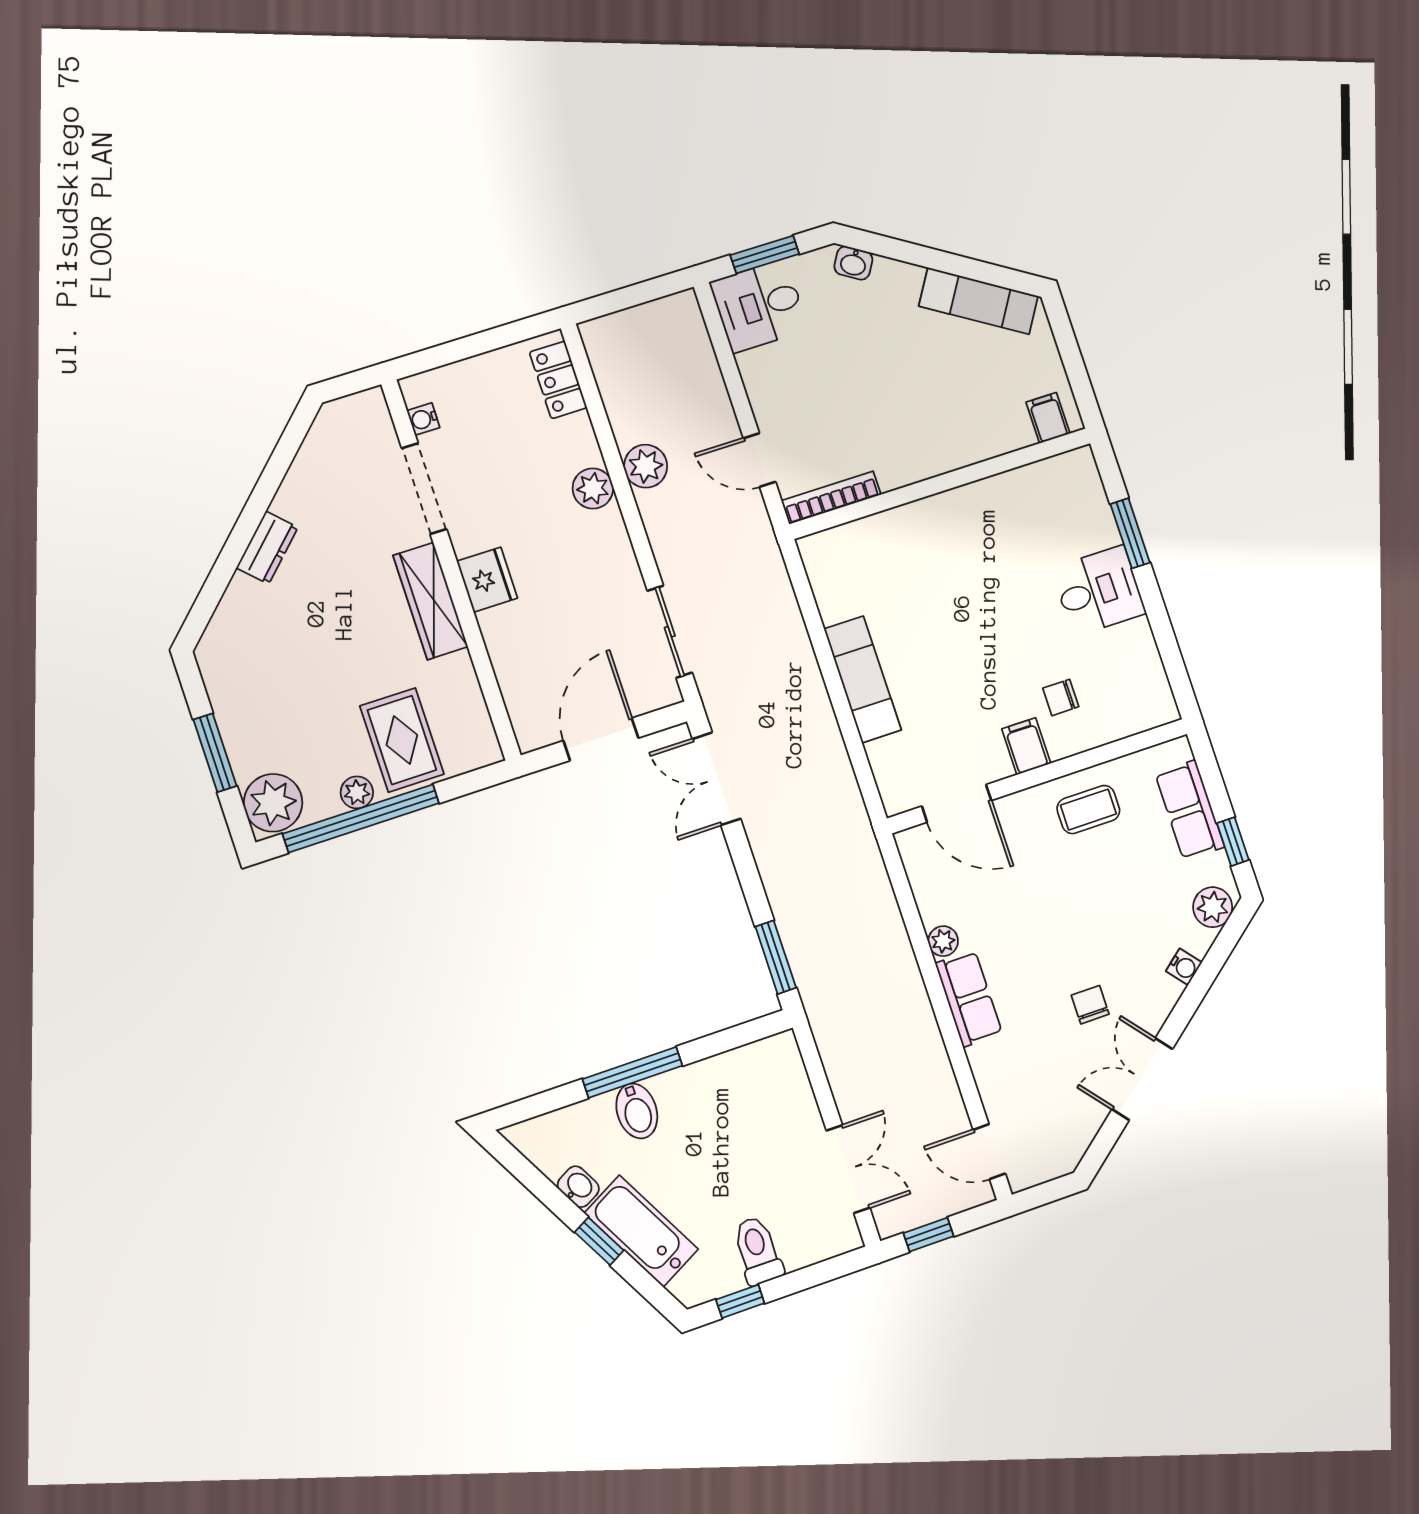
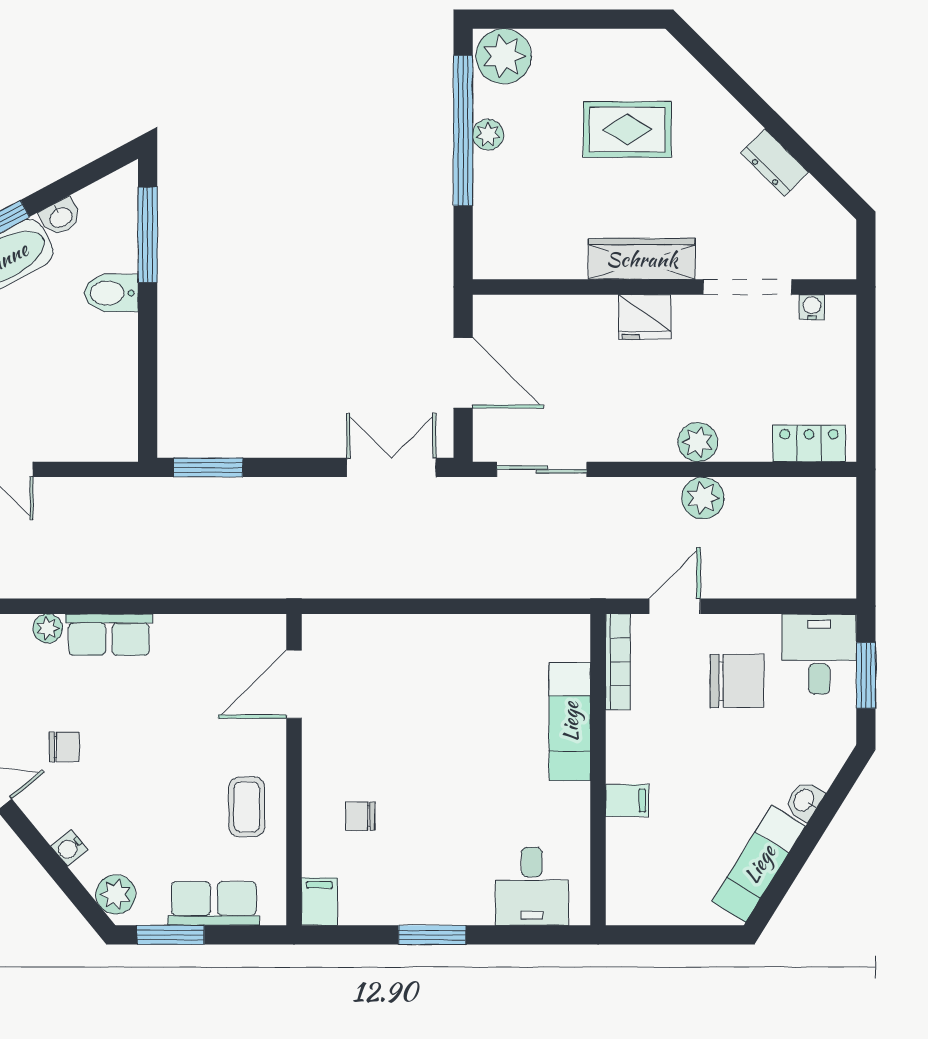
washbasin: (853, 263) -> (804, 801), moved
chair: (812, 377) -> (737, 681), added
filing cabinet: (1048, 418) -> (627, 800), moved
window: (1130, 533) -> (432, 935), moved
dresser: (267, 548) -> (775, 162), moved
desk: (1099, 591) -> (532, 886), moved
exam couch: (863, 679) -> (570, 722), moved, turned 90
chair: (1061, 697) -> (360, 816), turned -90
rug: (402, 740) -> (627, 130), moved
filing cabinet: (1026, 746) -> (320, 902), moved, turned -90
window: (215, 753) -> (566, 19), removed
window: (1233, 842) -> (171, 935), width x1.50
plant: (943, 941) -> (48, 628), moved
window: (632, 1072) -> (148, 235), moved

